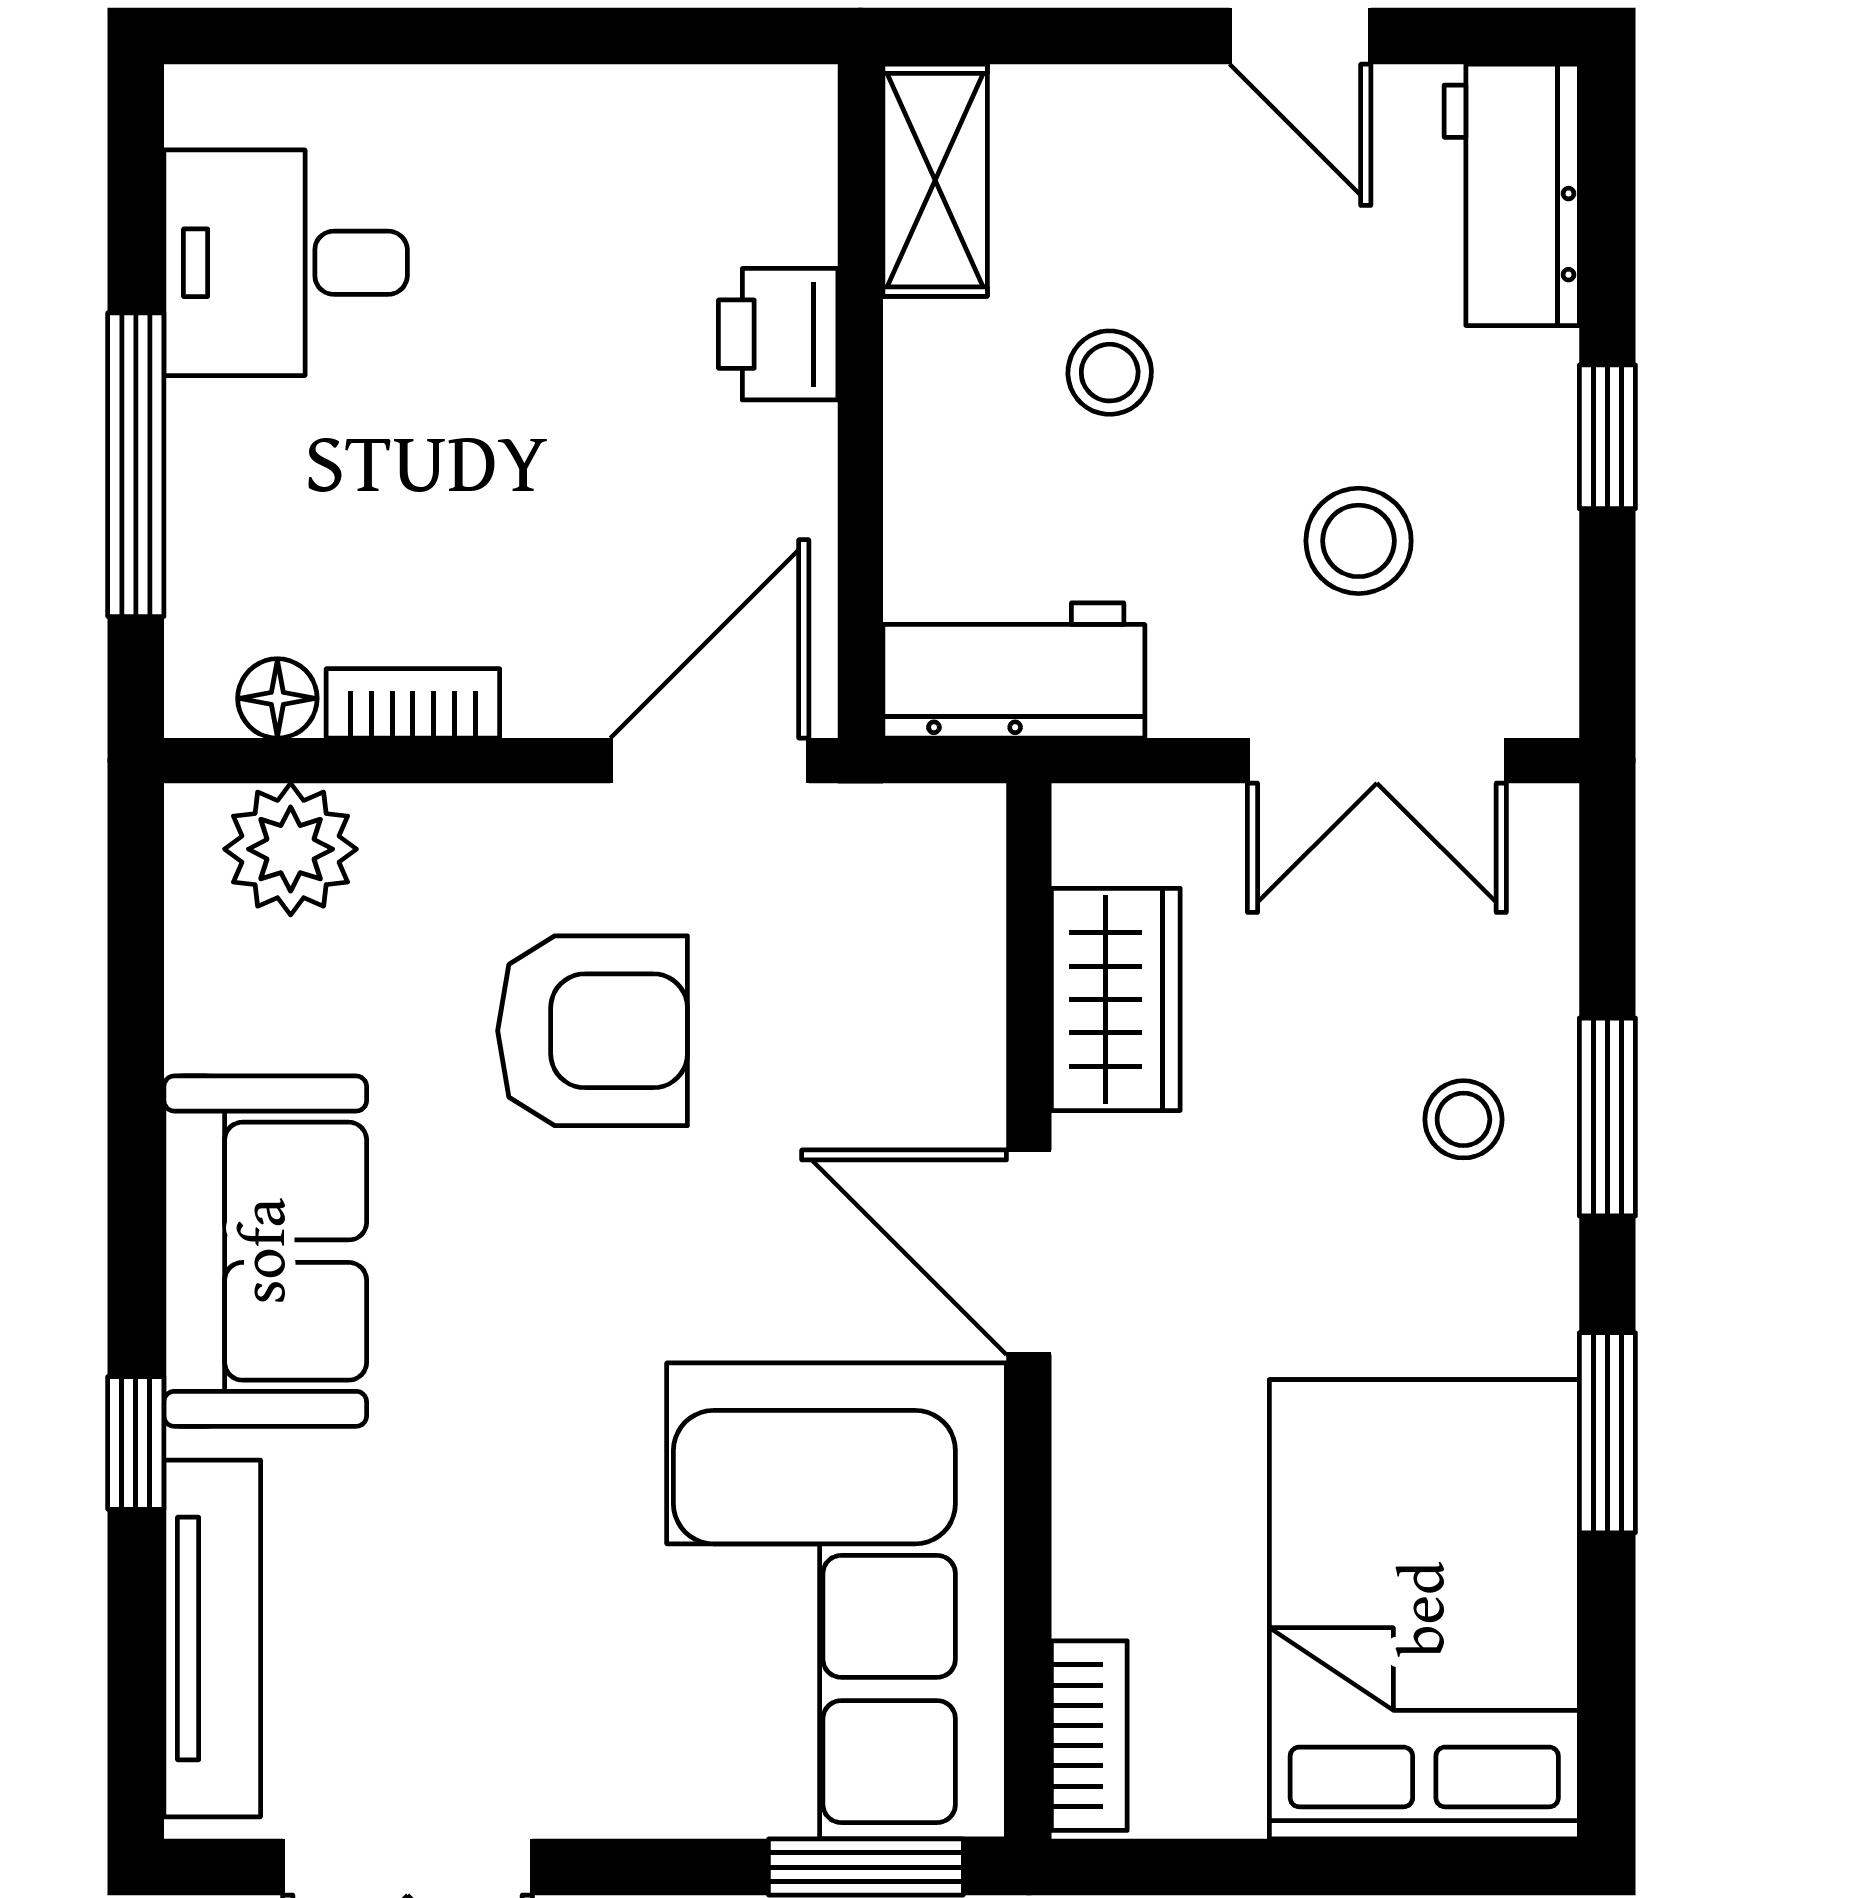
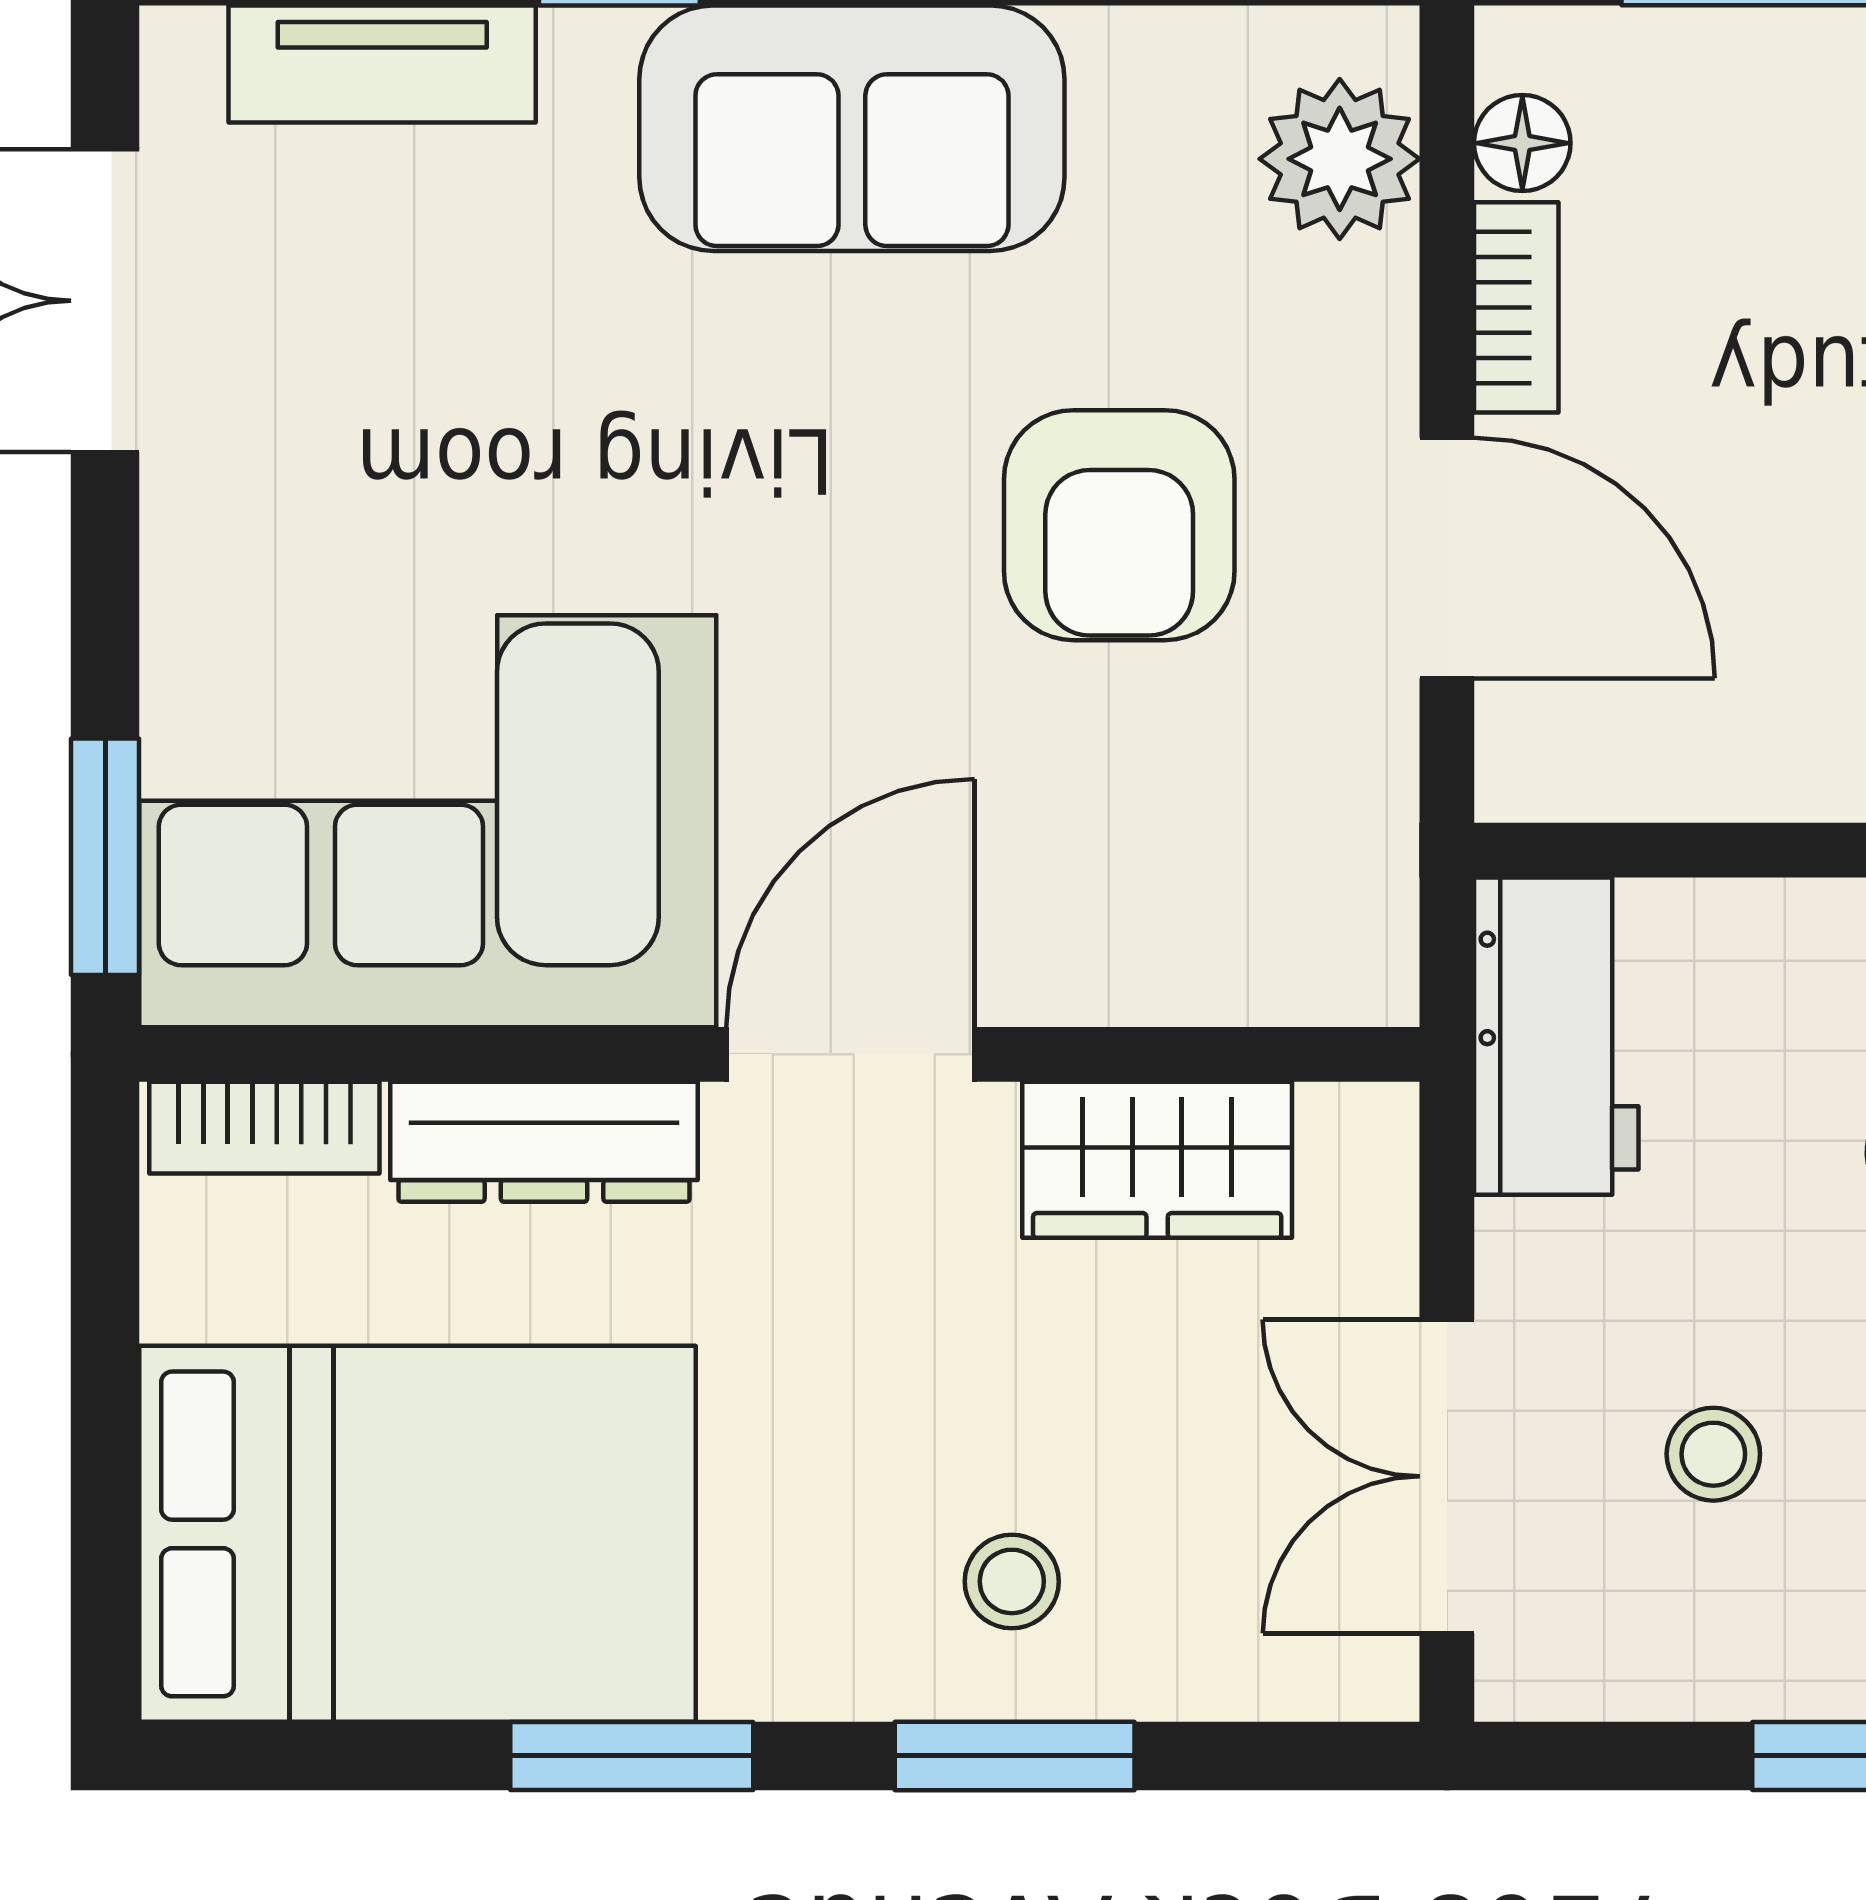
stool: (1359, 541) -> (1713, 1454), width x0.73, depth x0.73
door: (710, 761) -> (1447, 558), moved
dresser: (1101, 1505) -> (544, 1142), added
tv unit: (212, 1638) -> (382, 64), width x0.71

